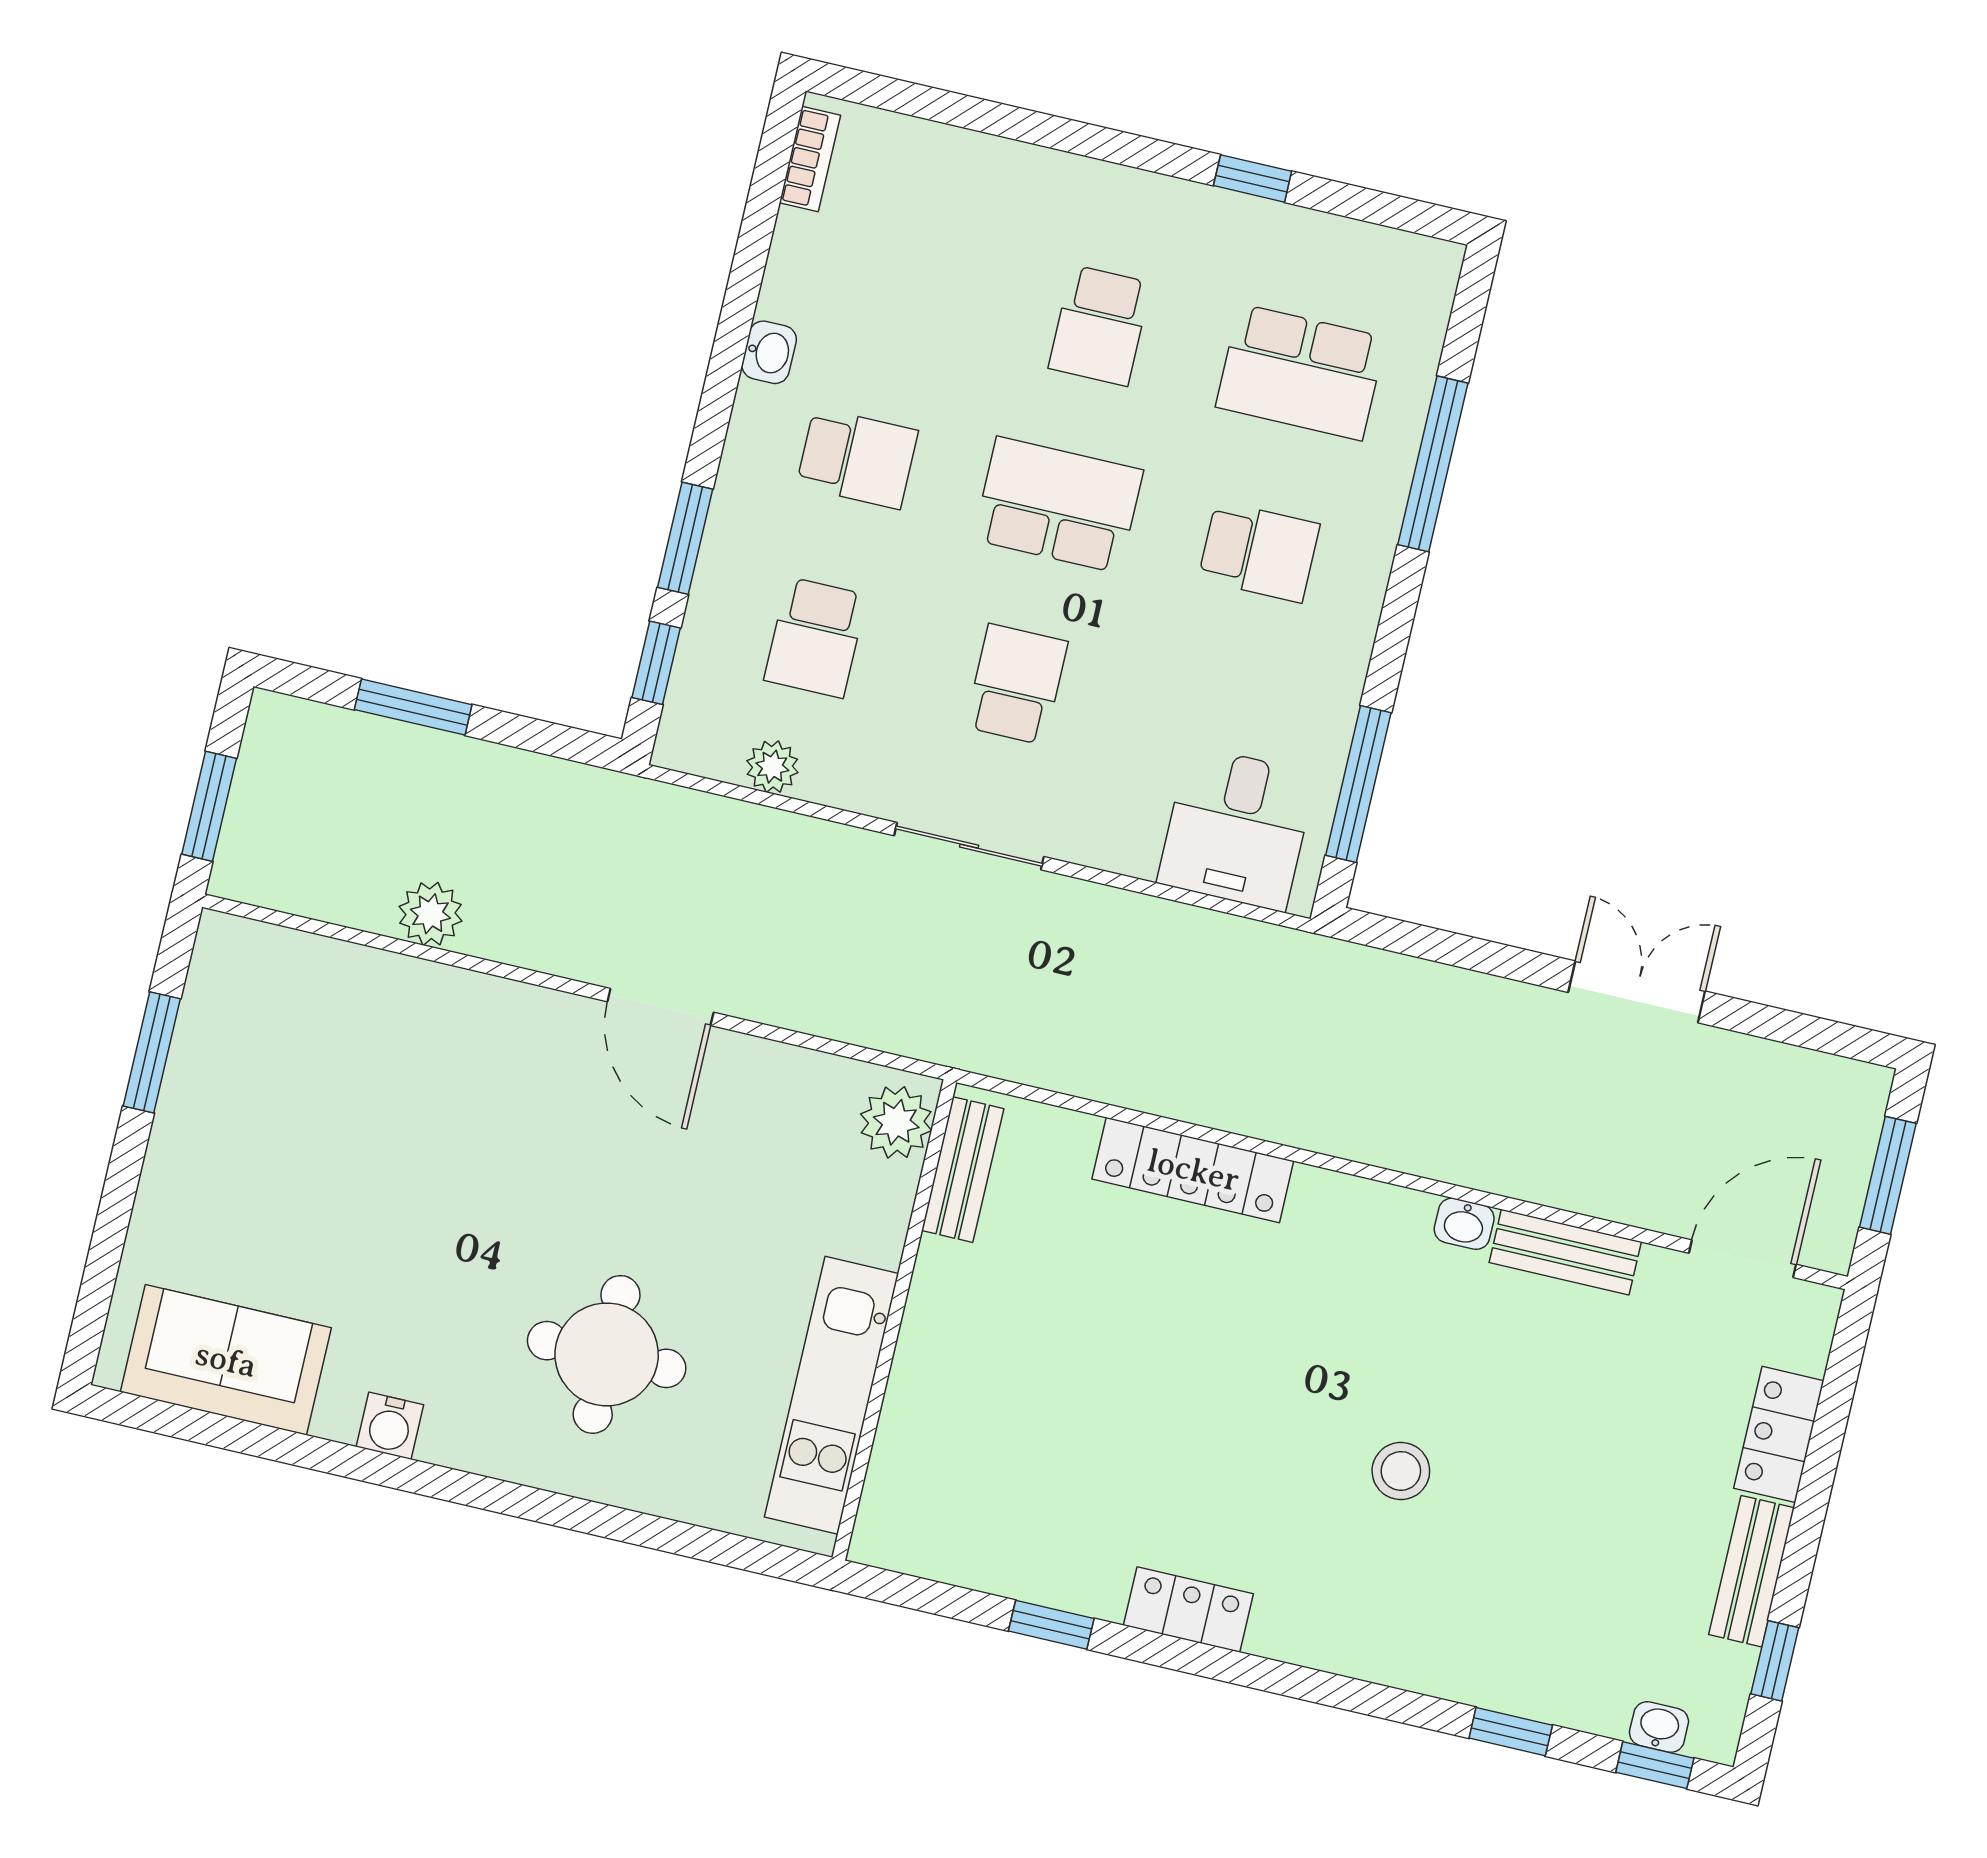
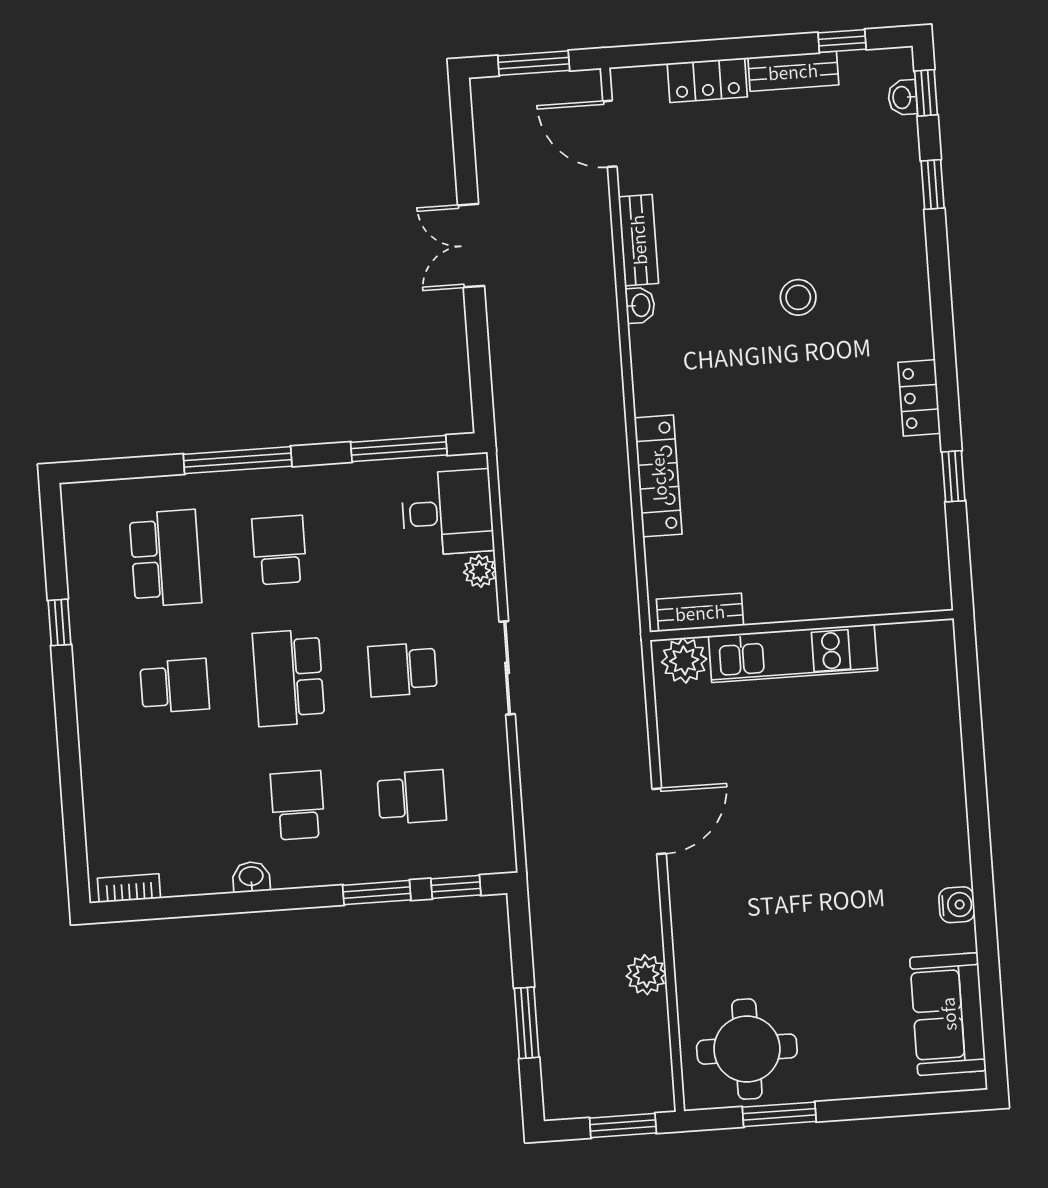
window: (1433, 464) -> (238, 460), moved
plant: (772, 767) -> (480, 571), moved
round table: (607, 1354) -> (747, 1049), moved
kitchen unit: (832, 1395) -> (793, 653), moved

